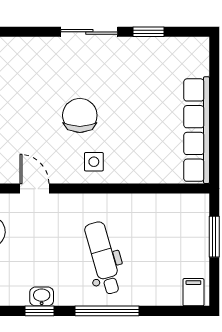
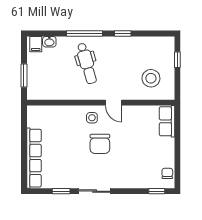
row of seats: (197, 130) -> (34, 158), moved
door: (34, 189) -> (114, 103), moved
washbasin: (42, 296) -> (49, 42), moved

